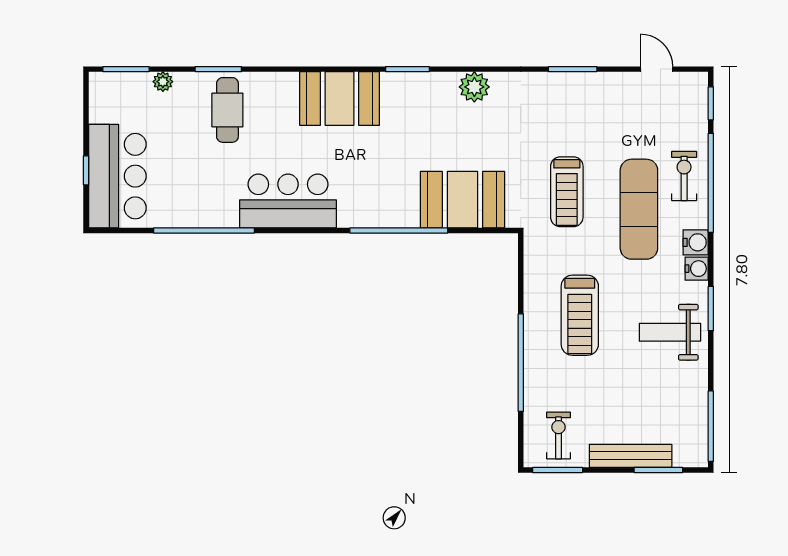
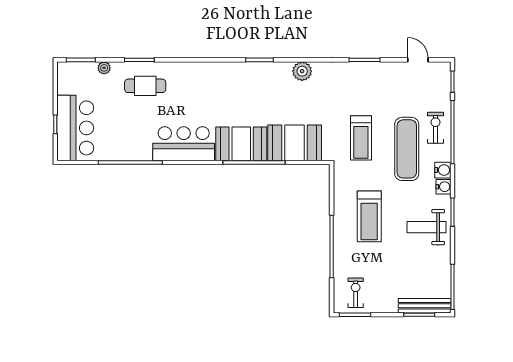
booth: (340, 98) -> (241, 144), moved
cafe table: (227, 110) -> (145, 86), turned 90
bench: (631, 456) -> (425, 306), moved

